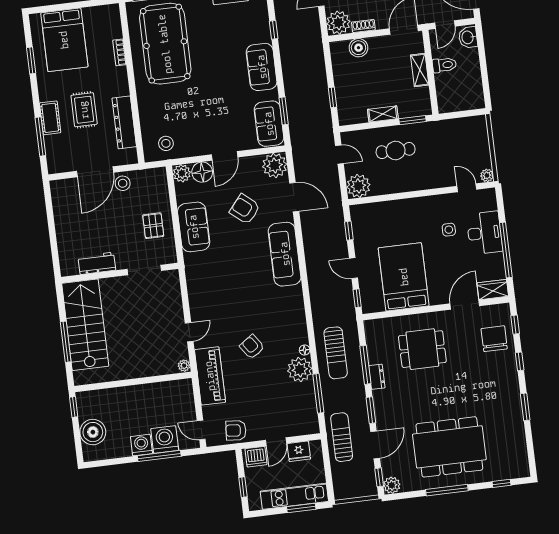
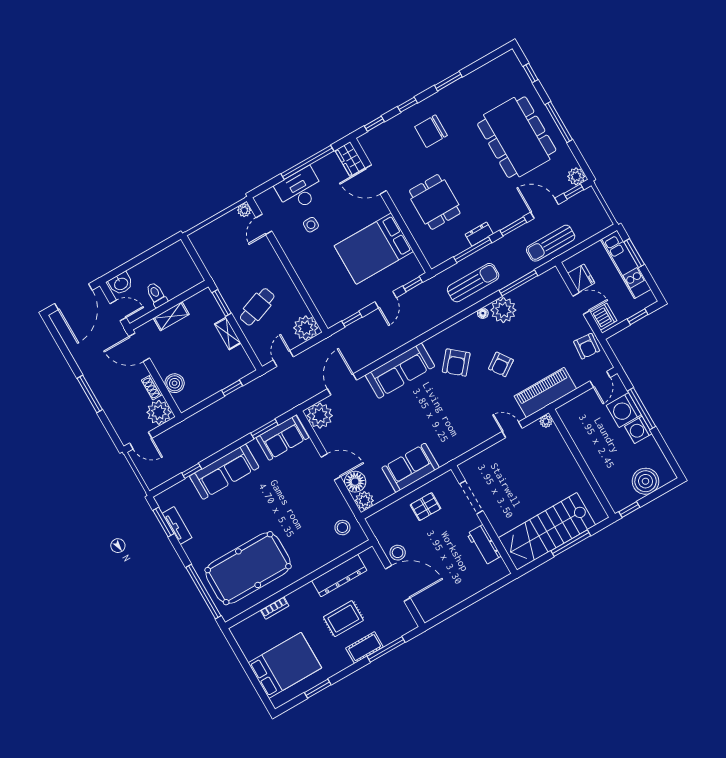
sofa: (262, 67) -> (224, 472), width x1.36
cafe table: (396, 151) -> (257, 307), turned 70
armchair: (245, 209) -> (456, 363), moved
chair: (494, 339) -> (431, 131), moved

